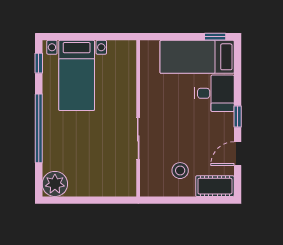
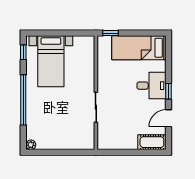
window: (215, 37) -> (110, 33), moved
desk: (214, 93) -> (151, 86), moved
stool: (180, 171) -> (127, 131), removed
plant: (55, 184) -> (31, 145), width x0.53, depth x0.53

